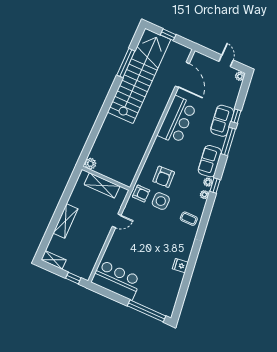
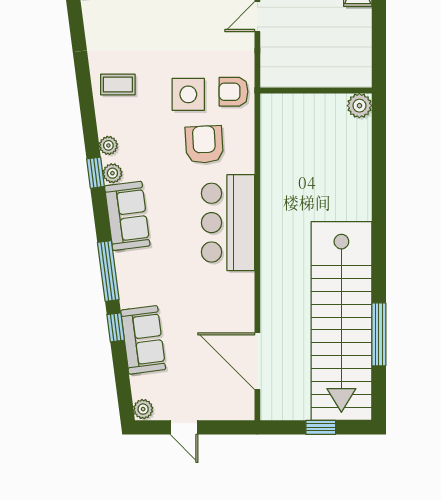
bar counter: (177, 120) -> (228, 223), moved
sofa: (222, 121) -> (143, 340), moved
shelving: (102, 185) -> (318, 73), removed

